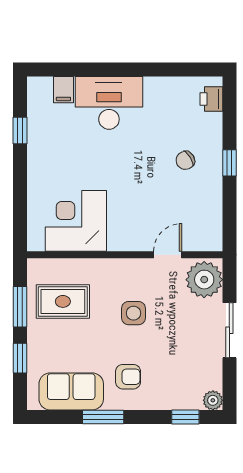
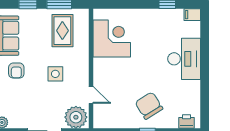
filing cabinet: (63, 90) -> (192, 15), moved
chair: (185, 160) -> (149, 106), width x1.87, depth x1.87

